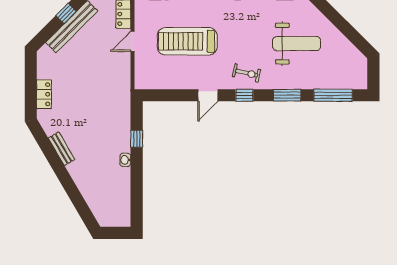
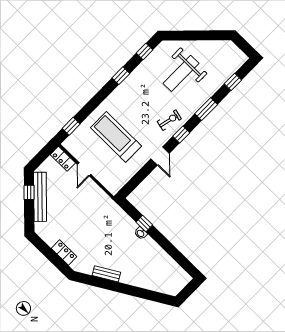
treadmill: (187, 41) -> (116, 137), turned 90
weight bench: (297, 44) -> (181, 73), turned 180
window: (333, 95) -> (233, 82), width x0.46
washbasin: (125, 160) -> (141, 233), moved

